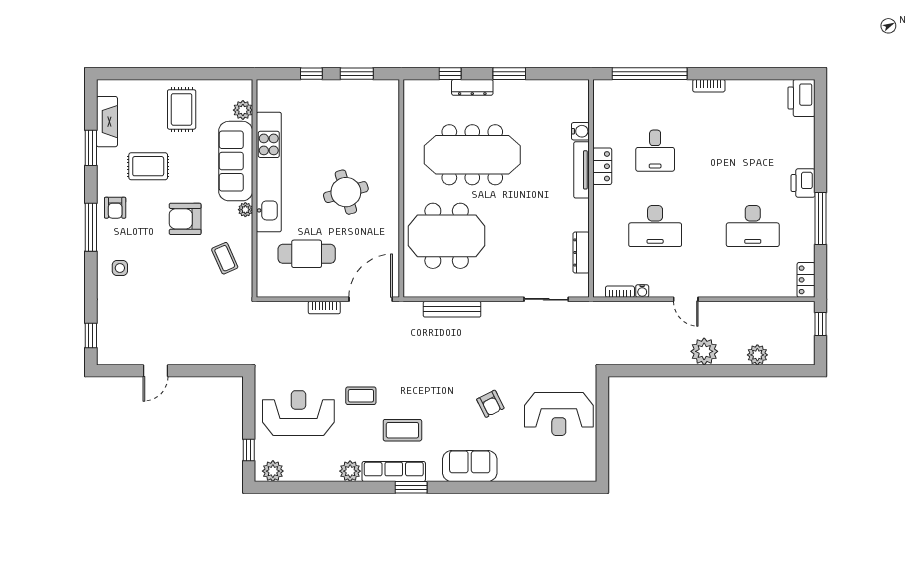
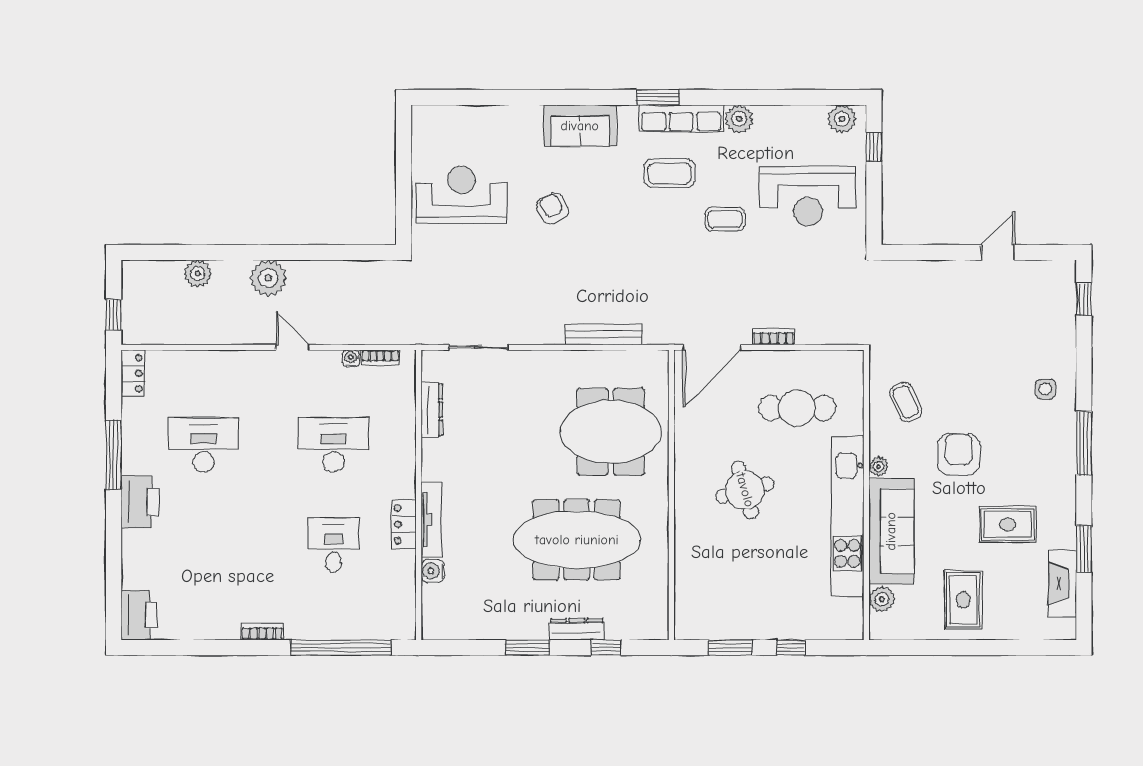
printer: (803, 183) -> (140, 502), width x1.37, depth x1.19
armchair: (115, 208) -> (1052, 469), removed
armchair: (185, 219) -> (959, 454), turned -90

